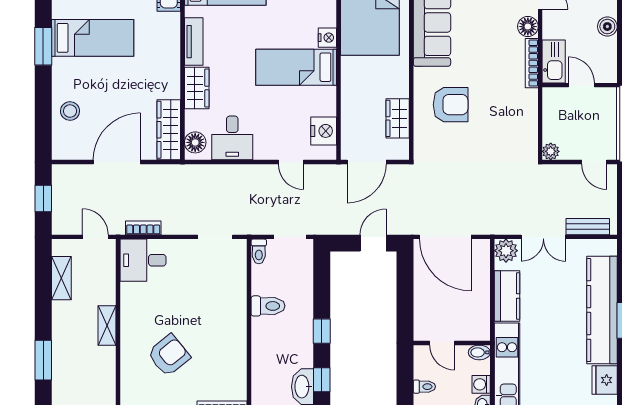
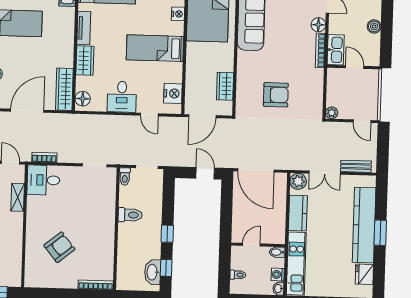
nightstand: (327, 38) -> (178, 14), moved
armchair: (451, 105) -> (276, 95), moved
desk: (232, 138) -> (122, 97), moved
door: (373, 243) -> (205, 173), hinge flipped
shelving: (107, 326) -> (18, 197), moved
door: (442, 343) -> (251, 245), swing flipped

